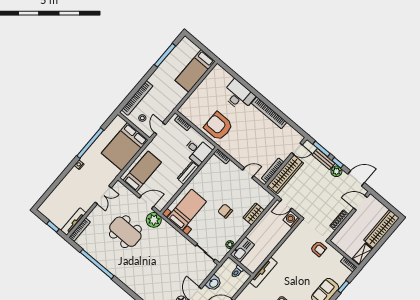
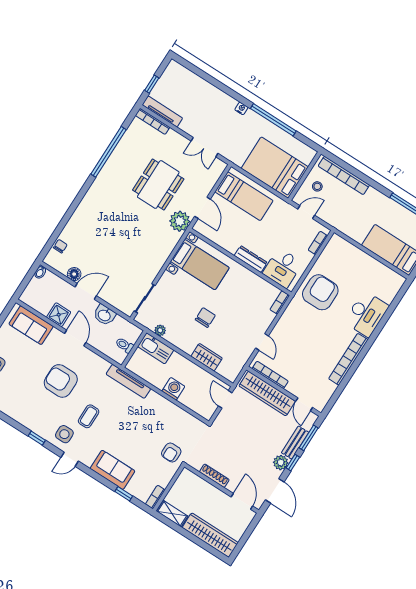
washing machine: (291, 219) -> (173, 389), moved

